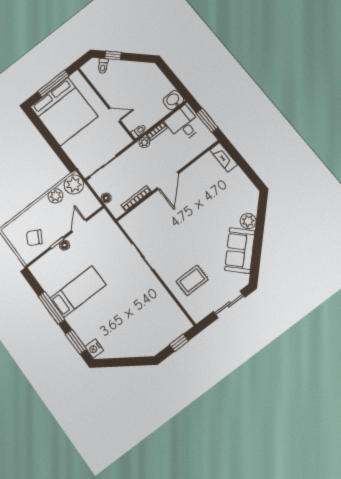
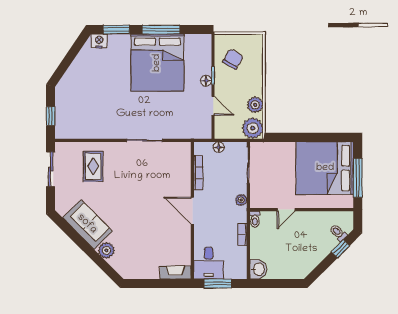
desk: (183, 124) -> (209, 263), moved, turned 90
plant: (144, 142) -> (241, 200), moved
bed: (78, 292) -> (157, 63), width x2.04
sliding door: (229, 304) -> (51, 169), moved

